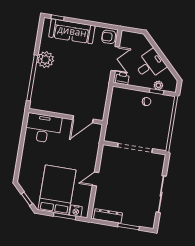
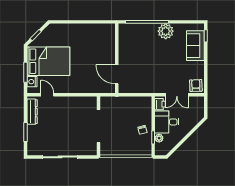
sofa: (72, 31) -> (195, 46), width x0.73
desk: (150, 65) -> (167, 122), moved, turned 135
desk: (43, 128) -> (103, 39), removed
door: (95, 179) -> (47, 95), moved

